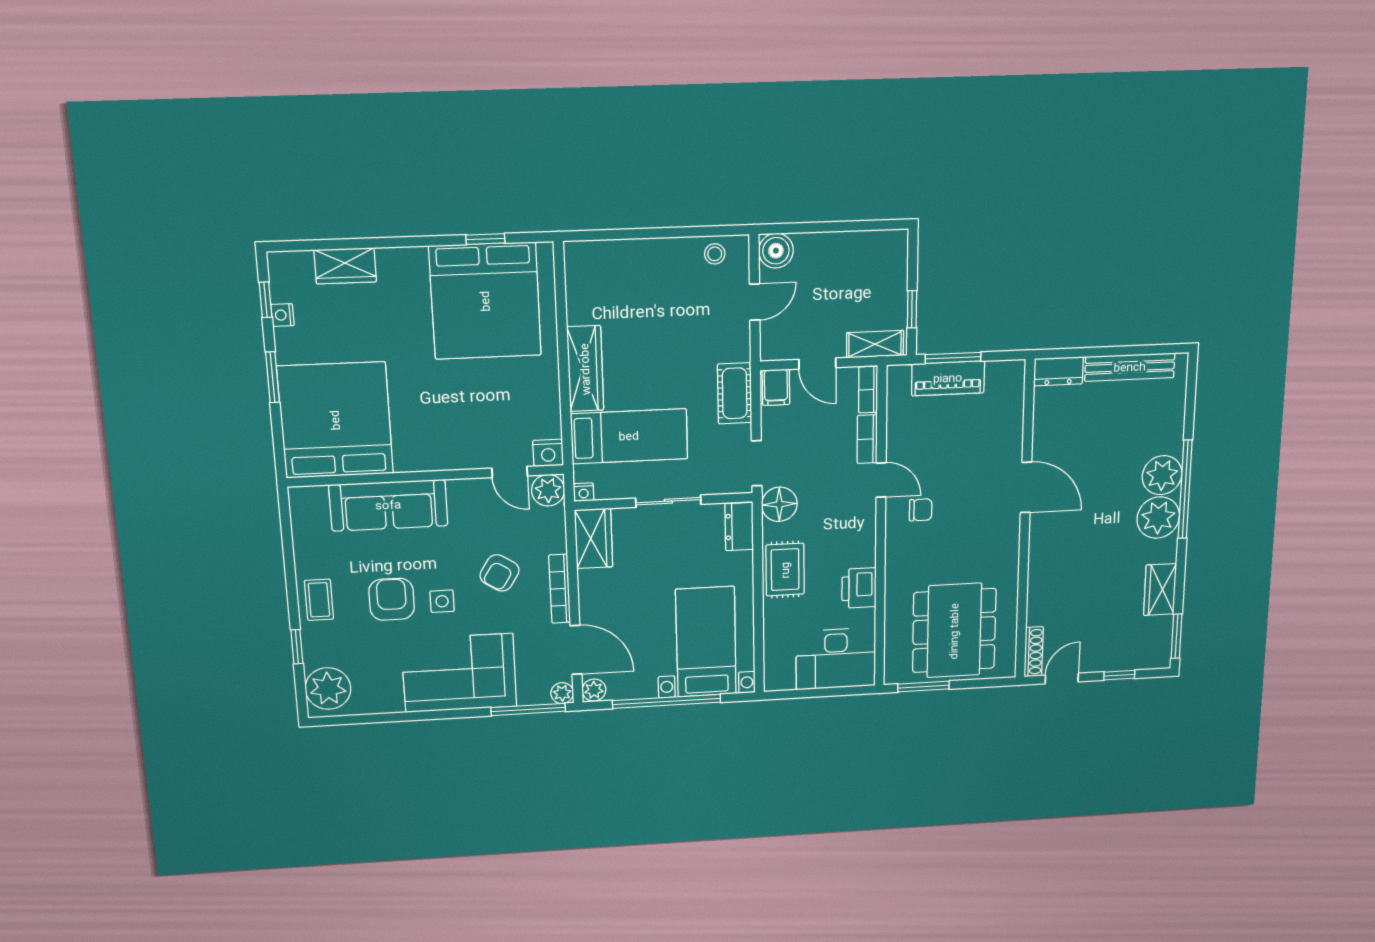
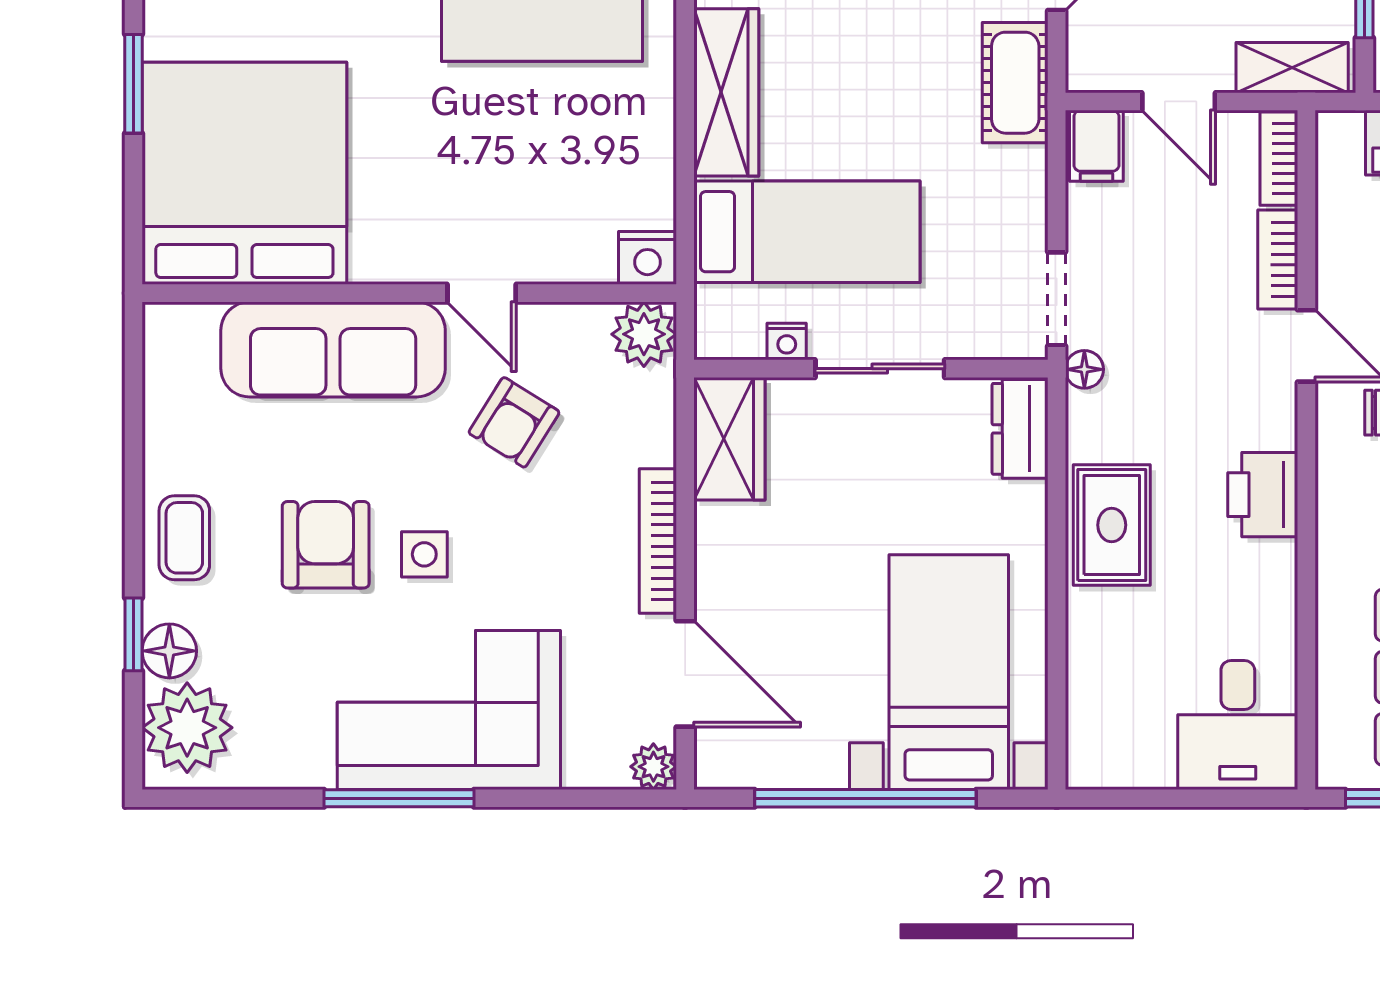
cot: (735, 393) -> (1015, 83), moved
door: (510, 472) -> (482, 293), moved
nightstand: (584, 492) -> (787, 341), moved
floor lamp: (779, 504) -> (1084, 369), width x0.53, depth x0.53
armchair: (500, 573) -> (514, 422), moved
printer: (859, 588) -> (1263, 495), moved
floor lamp: (316, 653) -> (169, 651), added
desk: (836, 659) -> (1238, 725), width x0.73
plant: (594, 690) -> (718, 764), removed
window: (528, 709) -> (399, 798), moved

